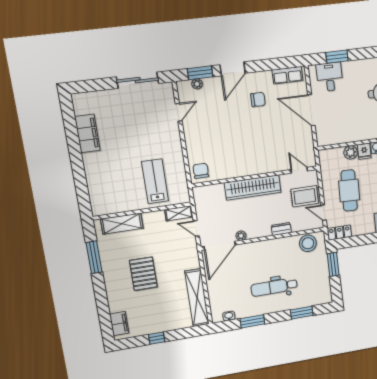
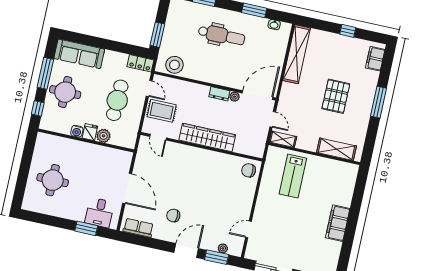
filing cabinet: (87, 133) -> (338, 223), moved
chair: (201, 171) -> (249, 170), turned 90
dresser: (281, 229) -> (219, 94), moved
window: (94, 257) -> (378, 102), moved

